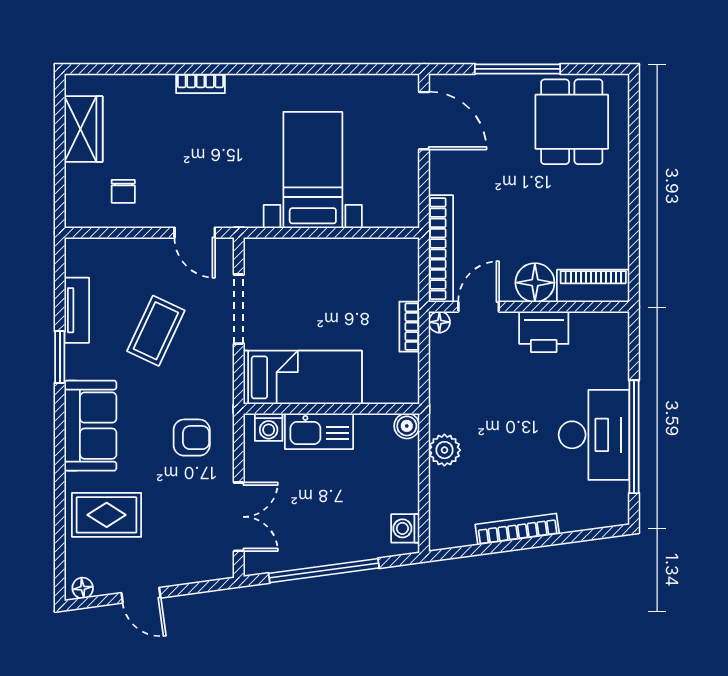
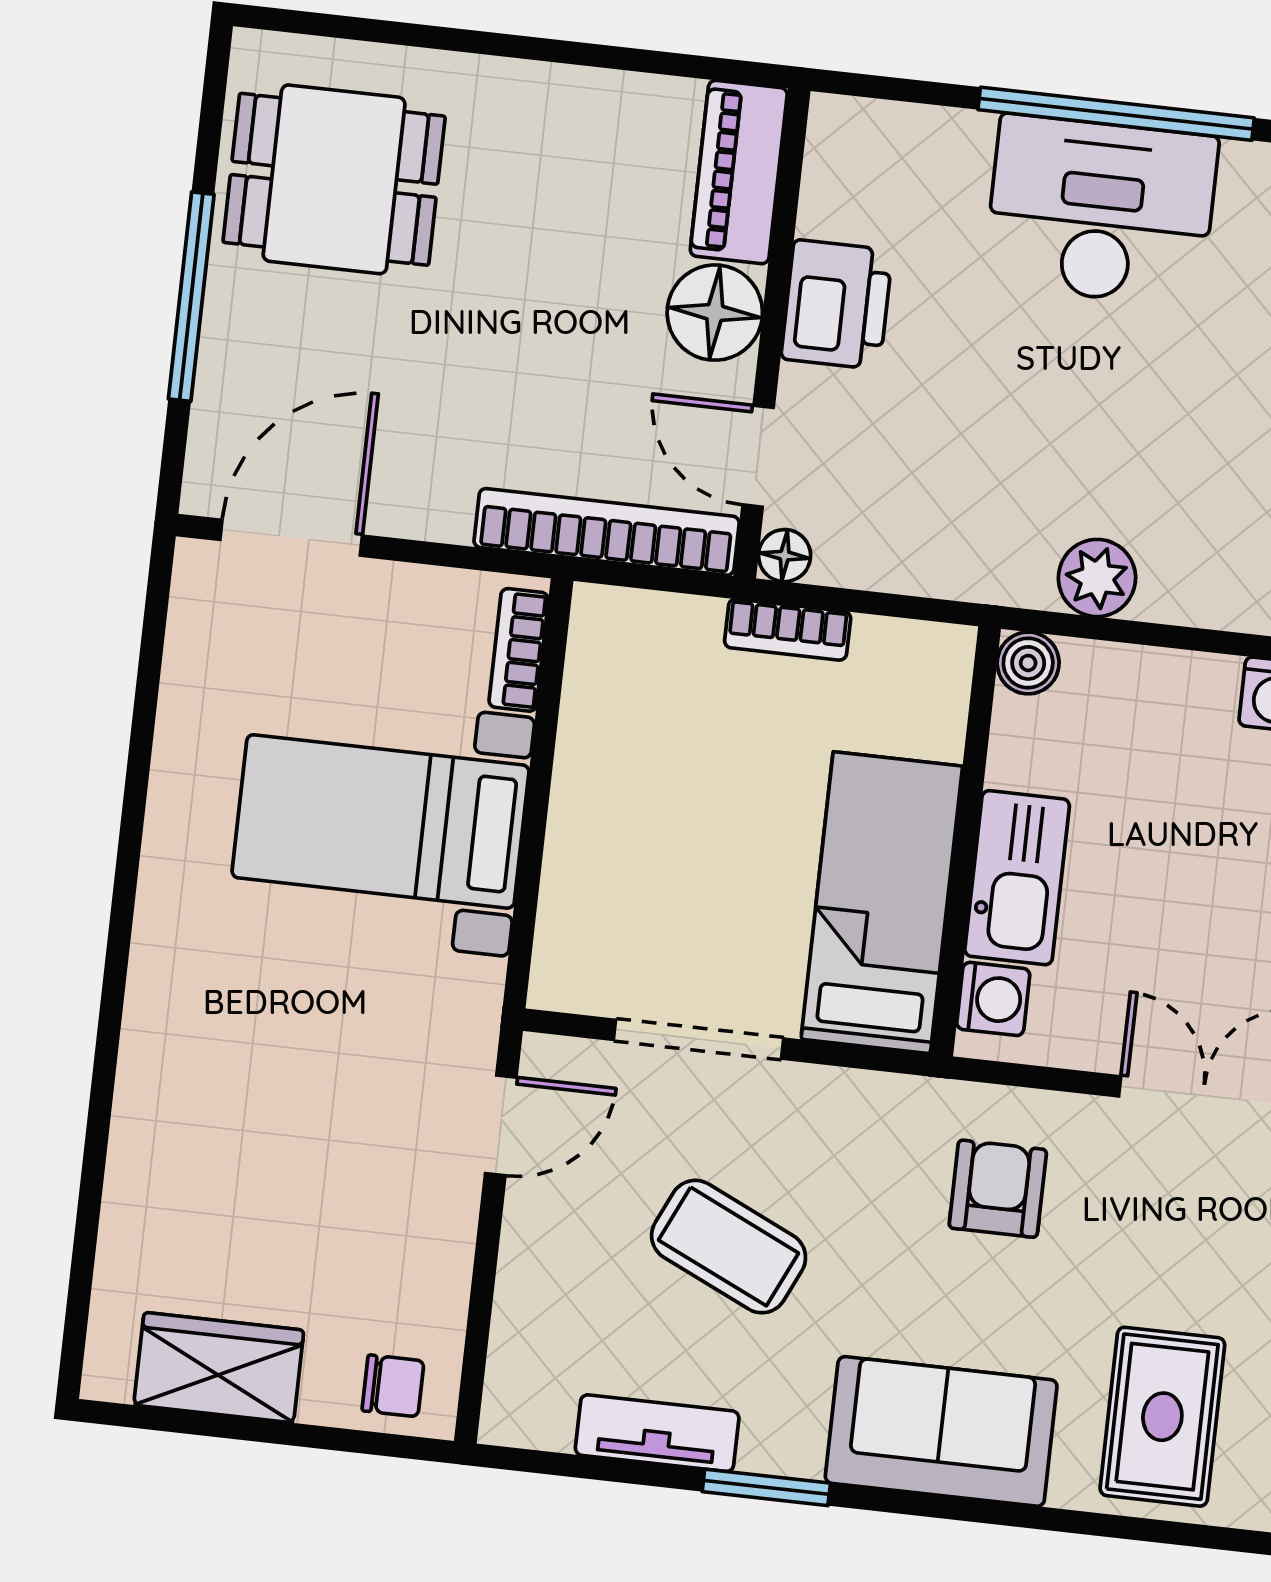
bookcase: (200, 83) -> (519, 650), moved, turned 180
chair: (123, 191) -> (393, 1386), moved

